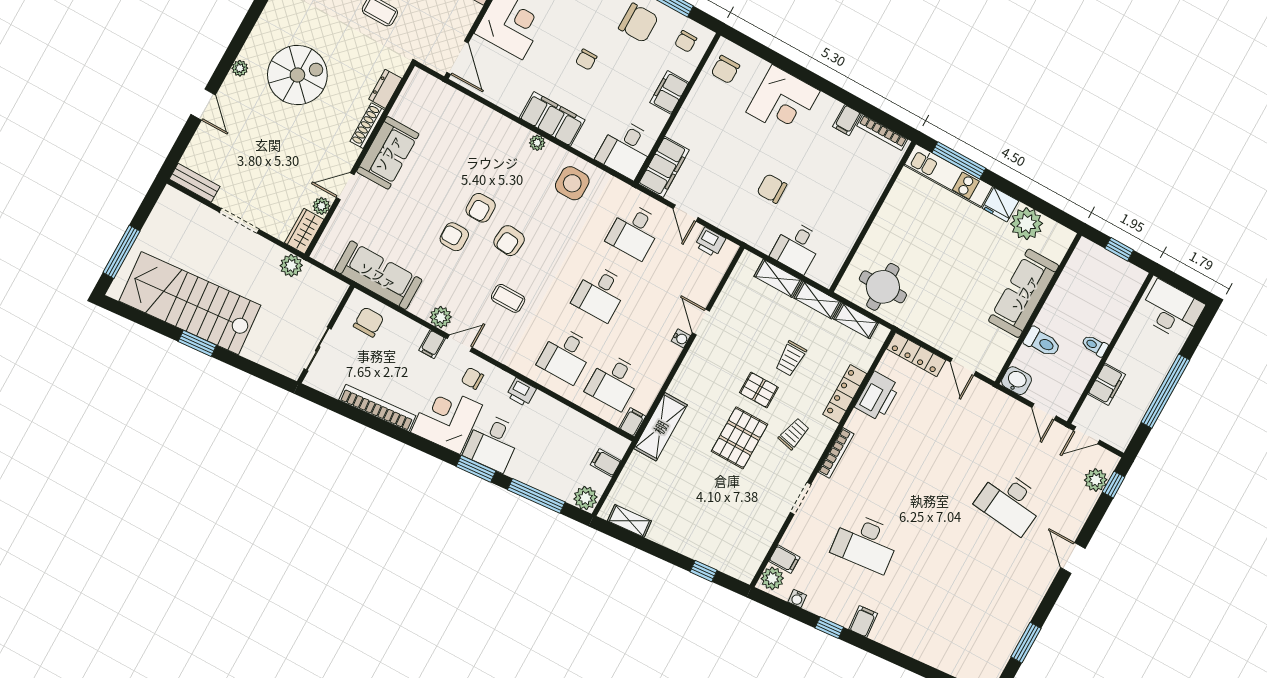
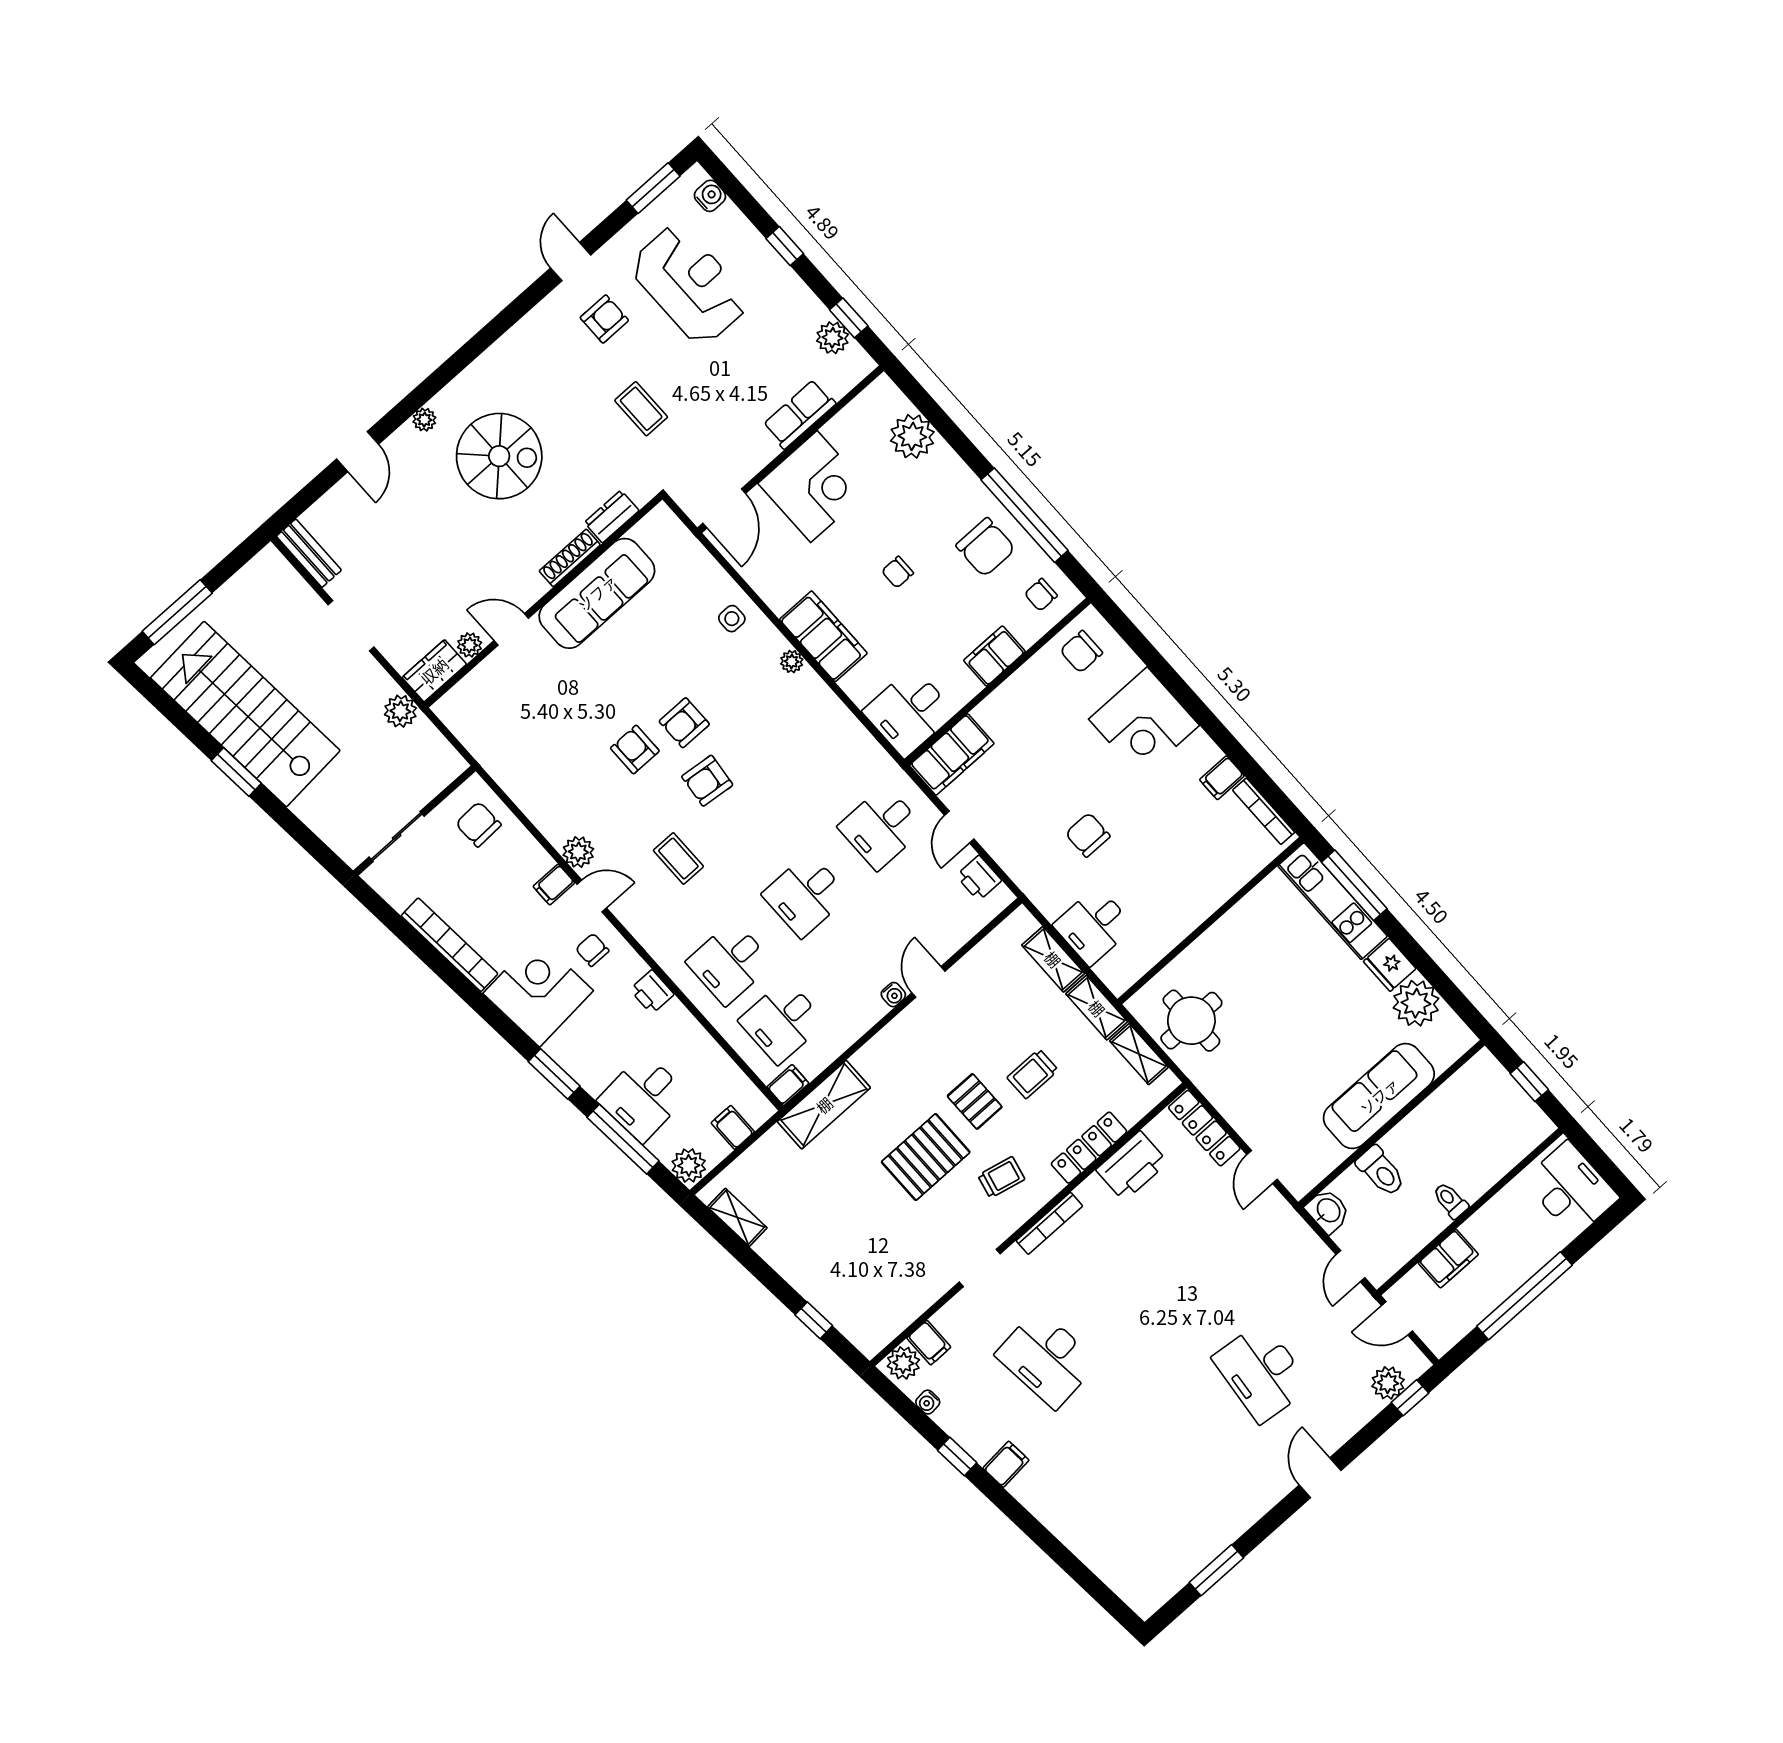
sofa: (388, 153) -> (597, 593), width x1.36
side table: (572, 183) -> (732, 619), moved, width x0.54, depth x0.54
sofa: (378, 275) -> (514, 765), removed
chair: (369, 322) -> (478, 824), turned -92
desk: (492, 442) -> (643, 1097), moved

